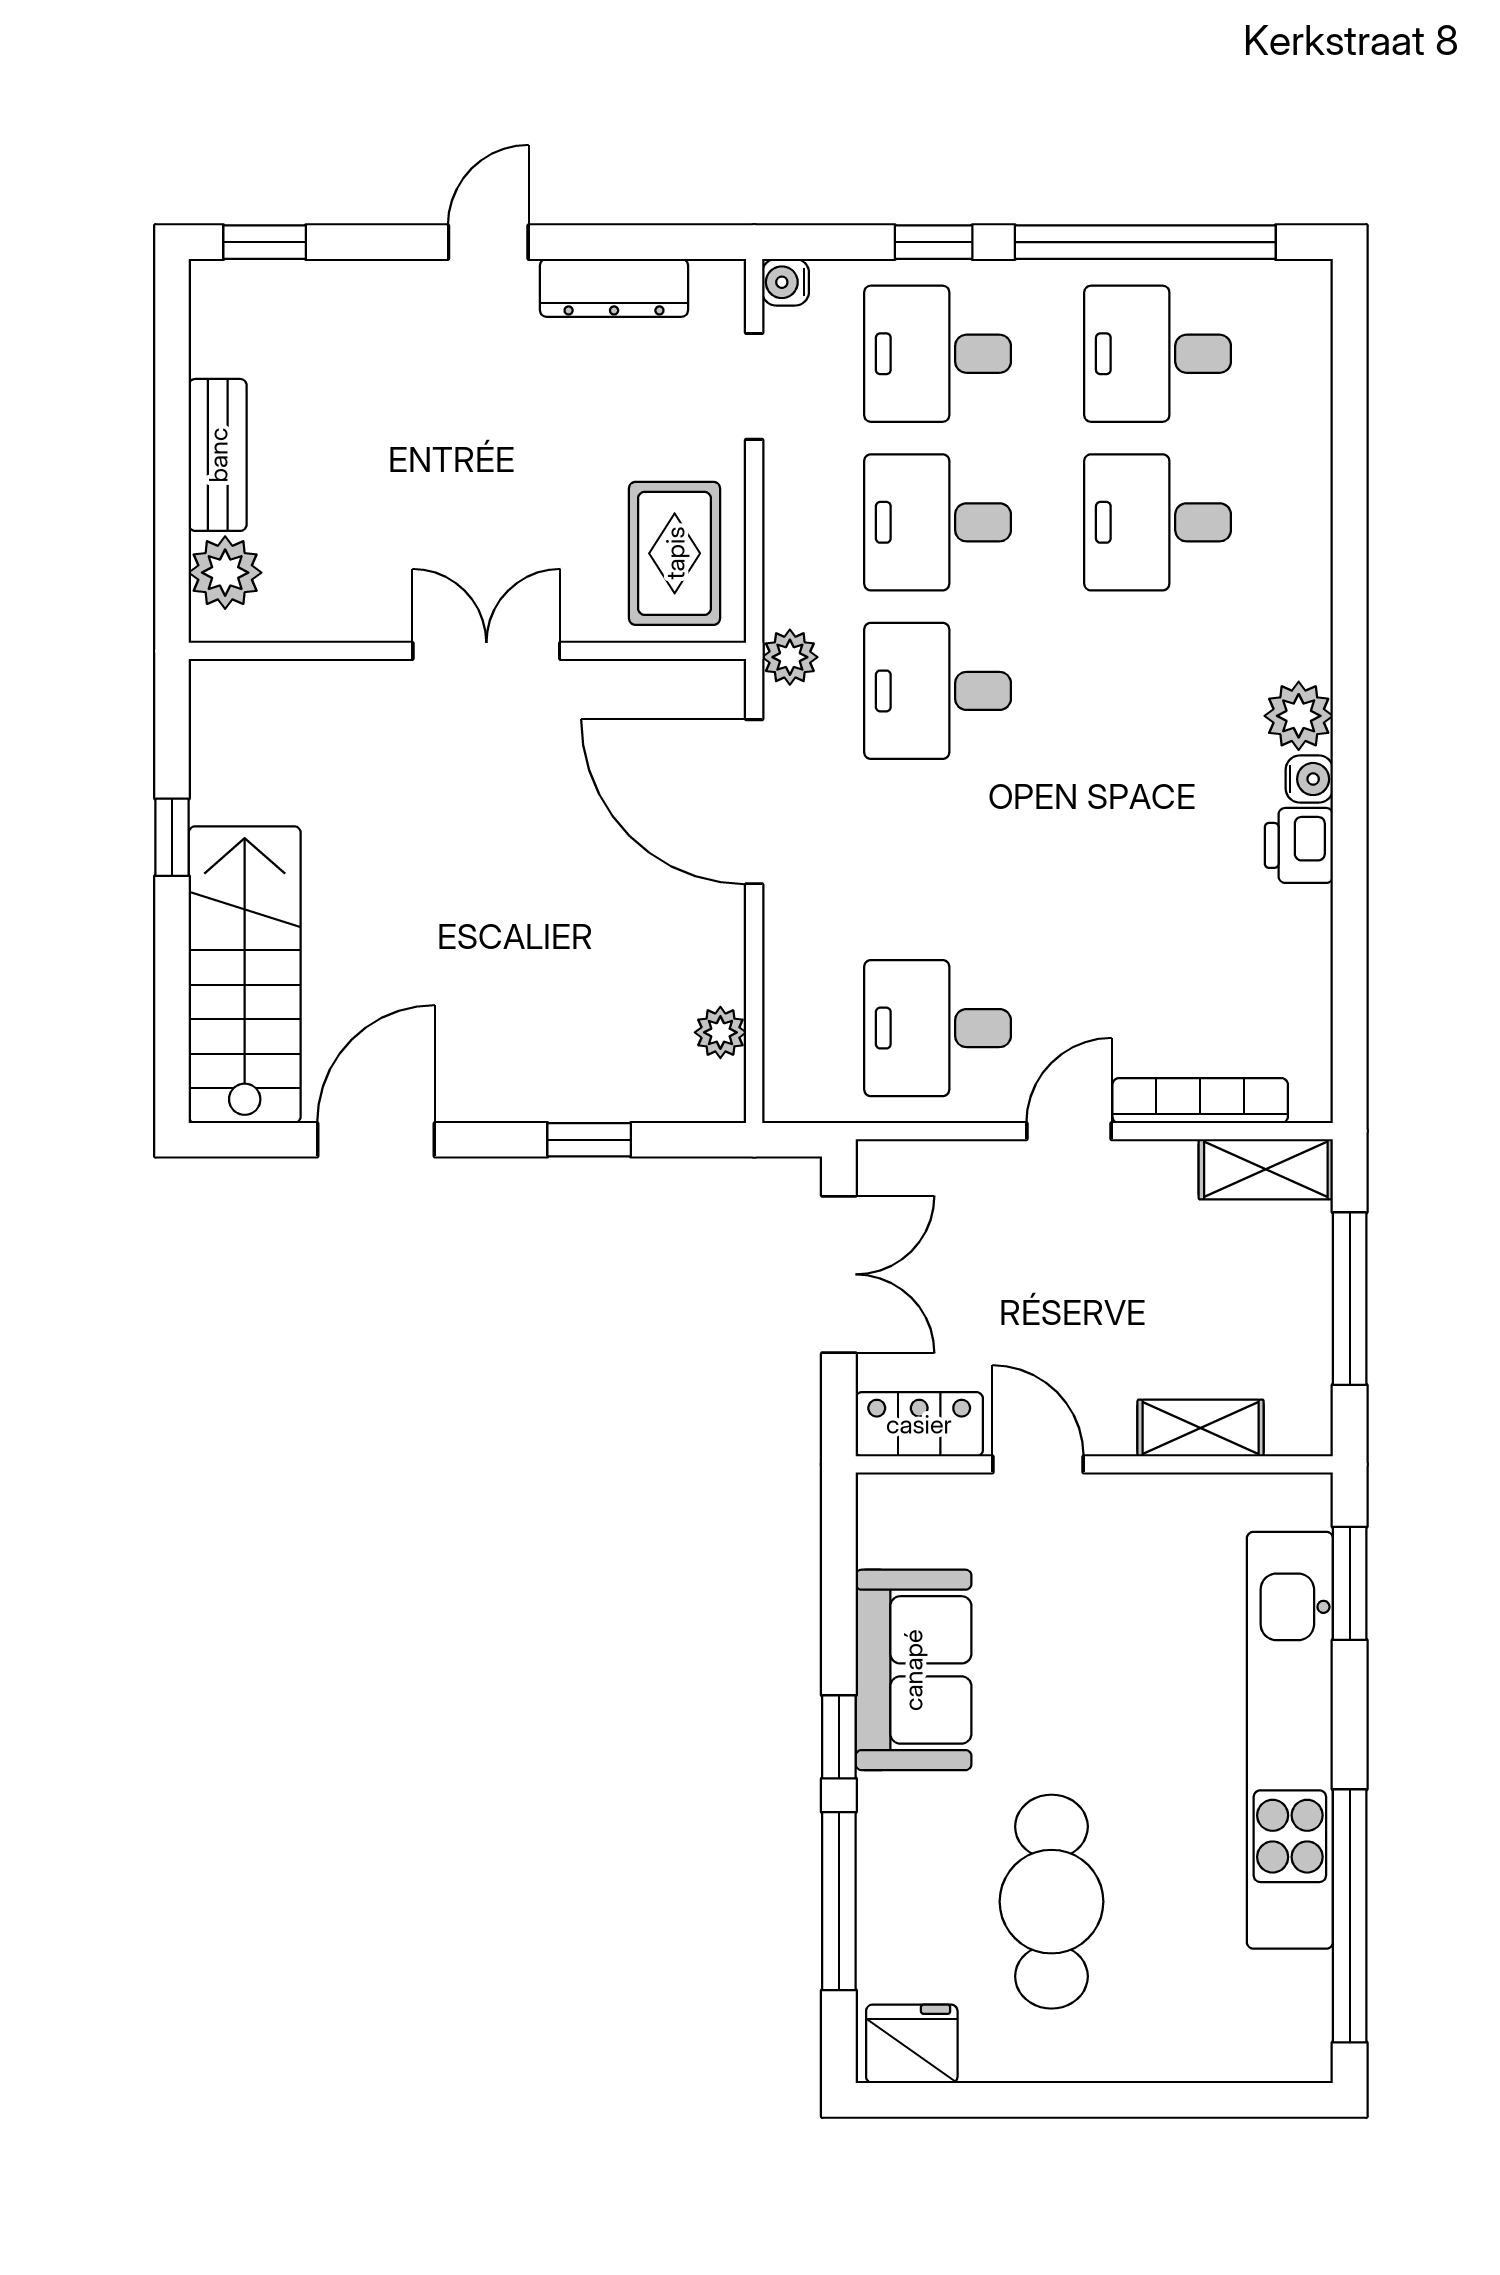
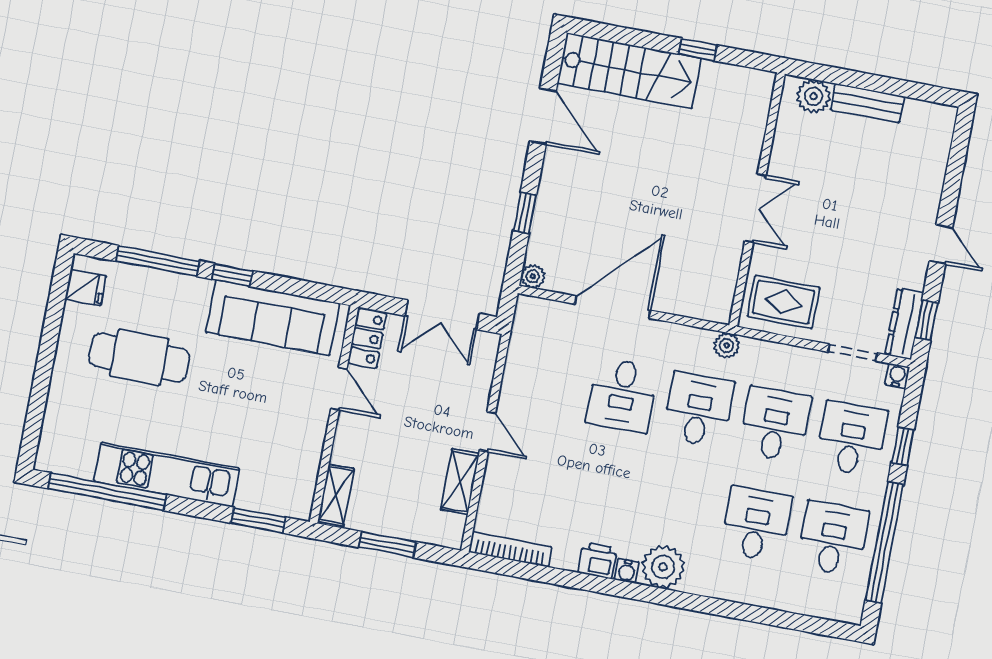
window: (265, 242) -> (926, 320), moved
dresser: (614, 288) -> (904, 324), moved
plant: (1299, 716) -> (663, 567), width x1.36, depth x1.36
door: (754, 802) -> (613, 307), moved
desk: (938, 1028) -> (622, 395), moved, turned 180
plant: (720, 1032) -> (533, 276), moved
bookcase: (1200, 1101) -> (510, 549), moved, turned -90
shelving: (1266, 1169) -> (460, 482), moved
window: (1350, 1299) -> (387, 545), width x0.69
shelving: (1201, 1428) -> (336, 495), moved
door: (1038, 1464) -> (339, 389), hinge flipped
sofa: (913, 1670) -> (273, 318), width x1.36
kitchen unit: (1290, 1740) -> (167, 475), width x0.73
fridge: (912, 2044) -> (86, 288), width x0.72

